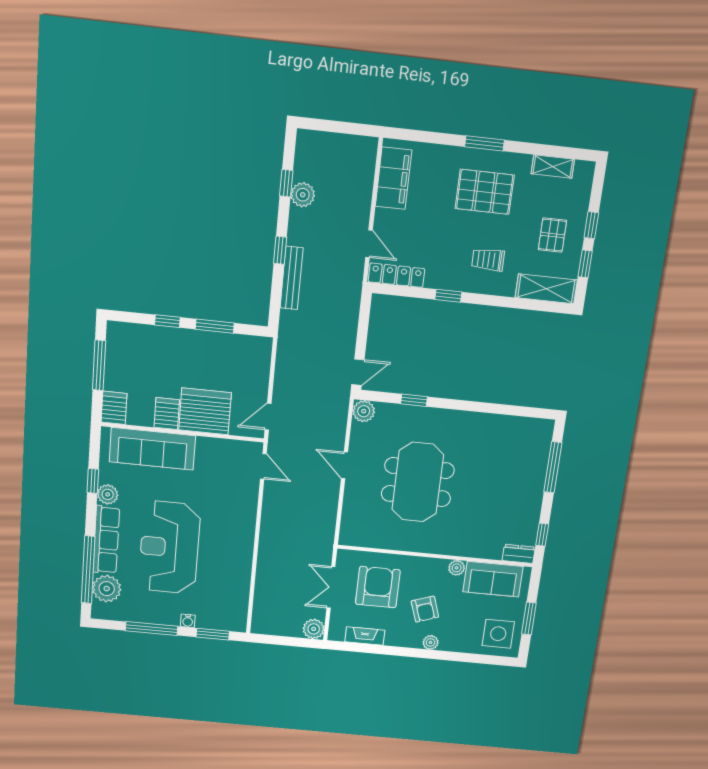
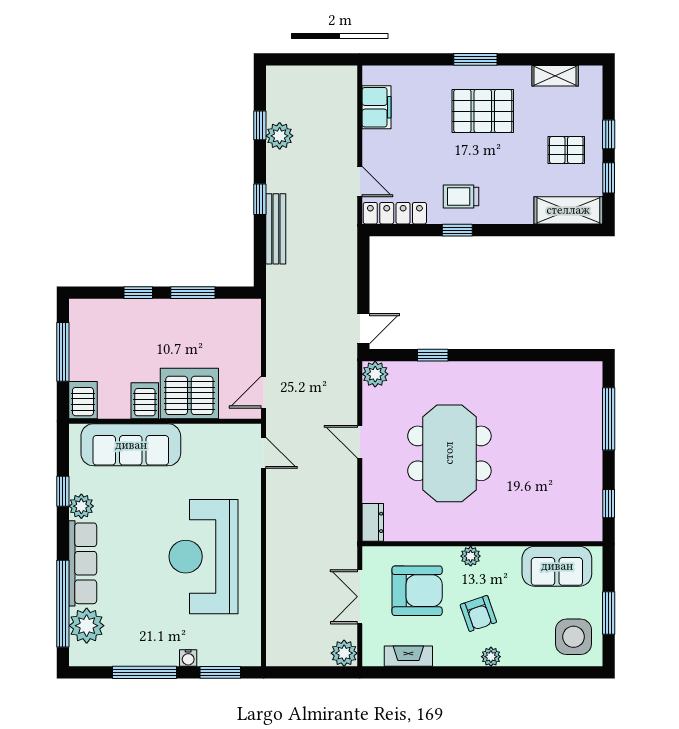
filing cabinet: (394, 178) -> (377, 107), width x0.67, depth x0.86
pallet: (552, 235) -> (566, 150), turned 90
trolley: (488, 260) -> (461, 196), moved
reception desk: (169, 548) -> (203, 557), moved
dresser: (519, 554) -> (373, 522), moved, turned 90
plant: (457, 568) -> (471, 556), moved
armchair: (378, 587) -> (417, 591), turned 90

